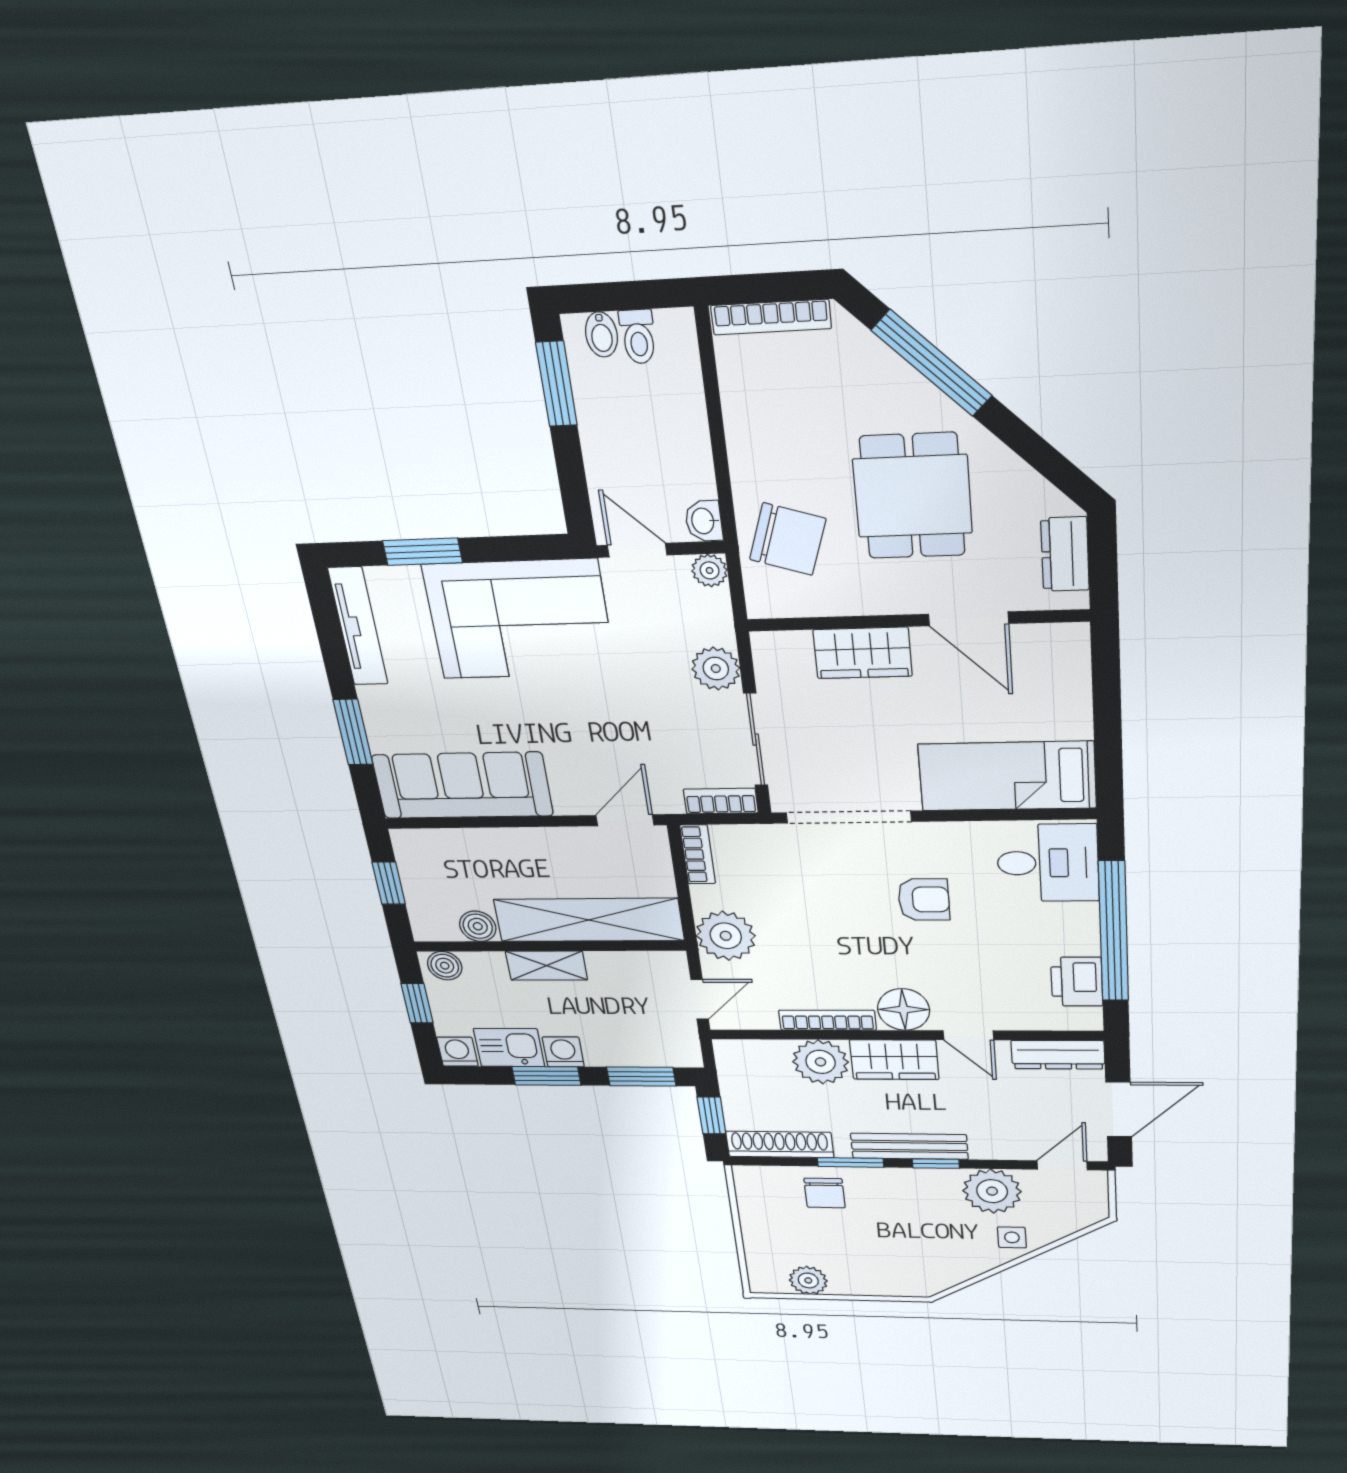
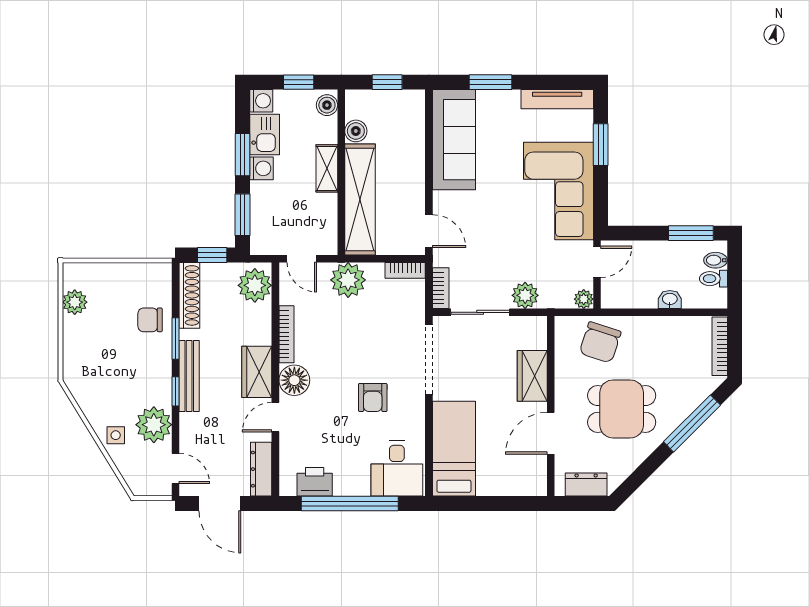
washbasin: (704, 521) -> (670, 299), moved
plant: (821, 1062) -> (255, 285), moved

